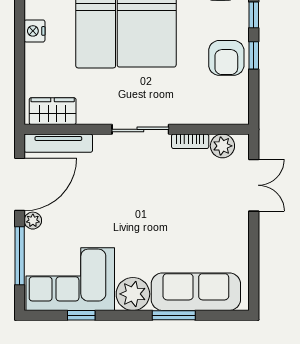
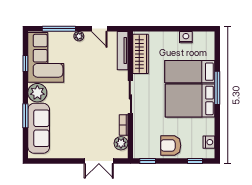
window: (254, 55) -> (148, 161), moved
wardrobe: (53, 111) -> (141, 54), width x1.50
door: (20, 184) -> (99, 29), width x0.53

